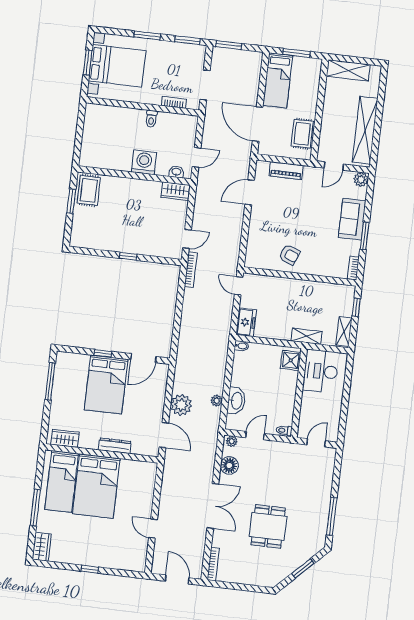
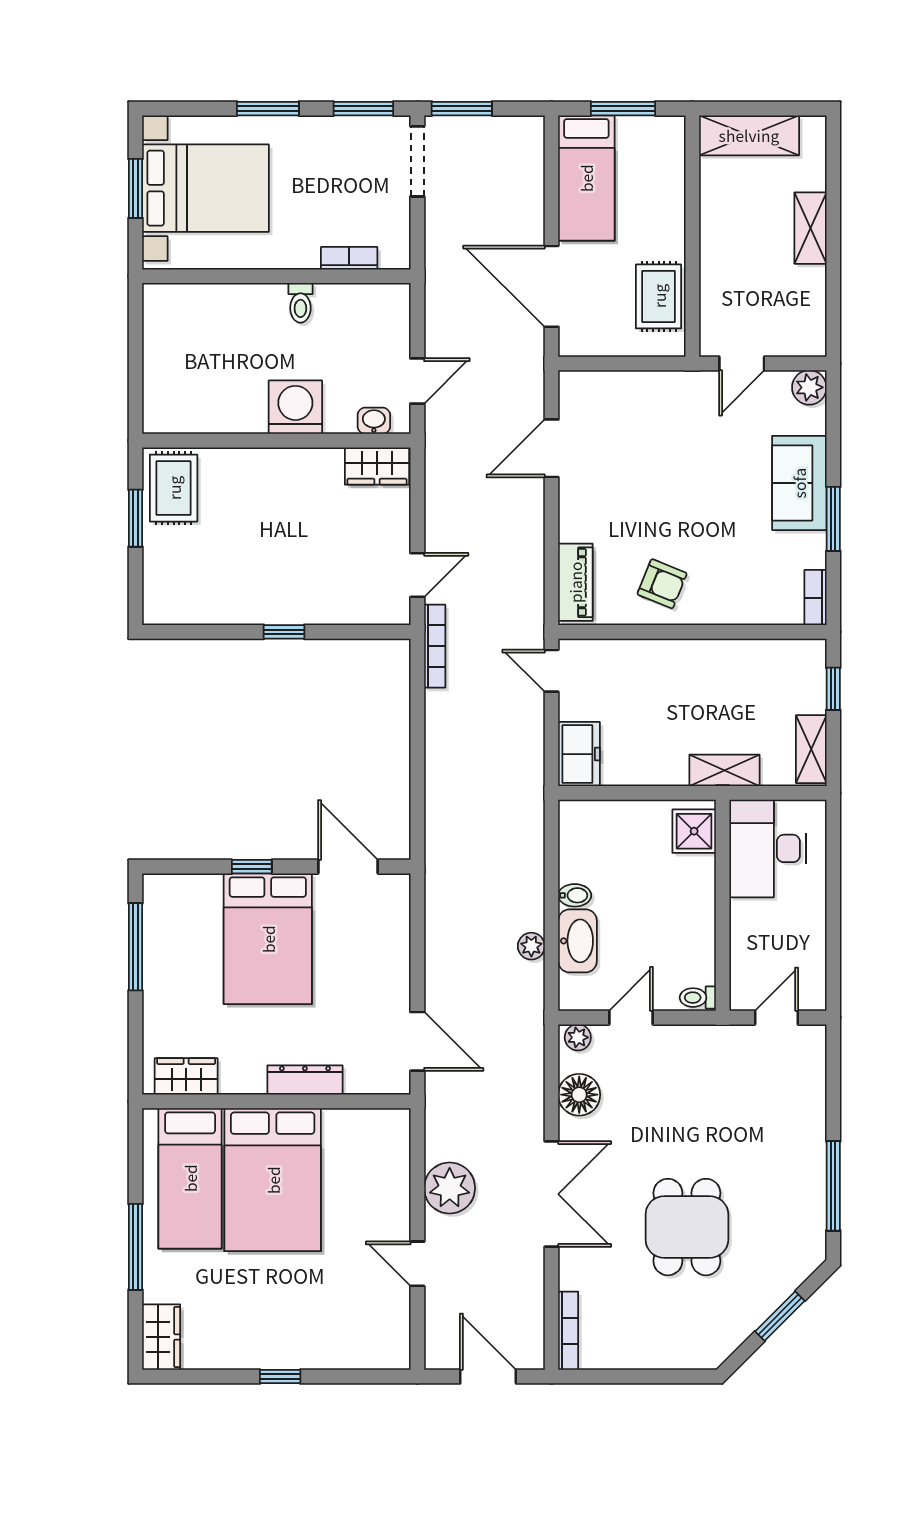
doorway: (205, 85) -> (417, 161), moved
shelving: (365, 130) -> (810, 228), width x0.45, depth x0.75
piano: (286, 171) -> (575, 582), moved, turned -90
bidet: (242, 346) -> (575, 895), moved
door: (143, 358) -> (348, 867), swing flipped
plant: (181, 405) -> (450, 1188), moved

